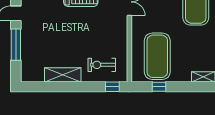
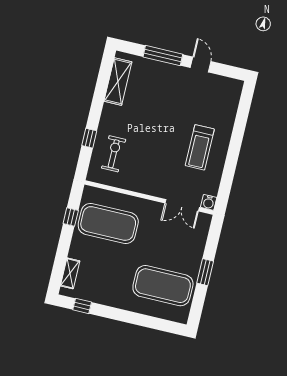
shelving: (63, 75) -> (118, 82), moved
window: (112, 87) -> (89, 138), moved

